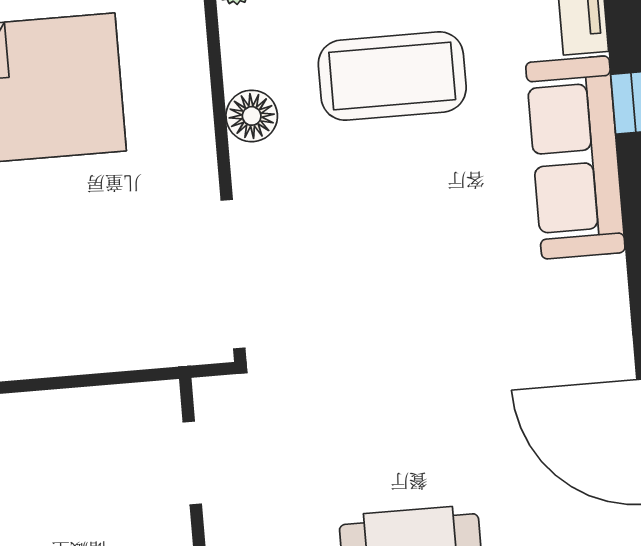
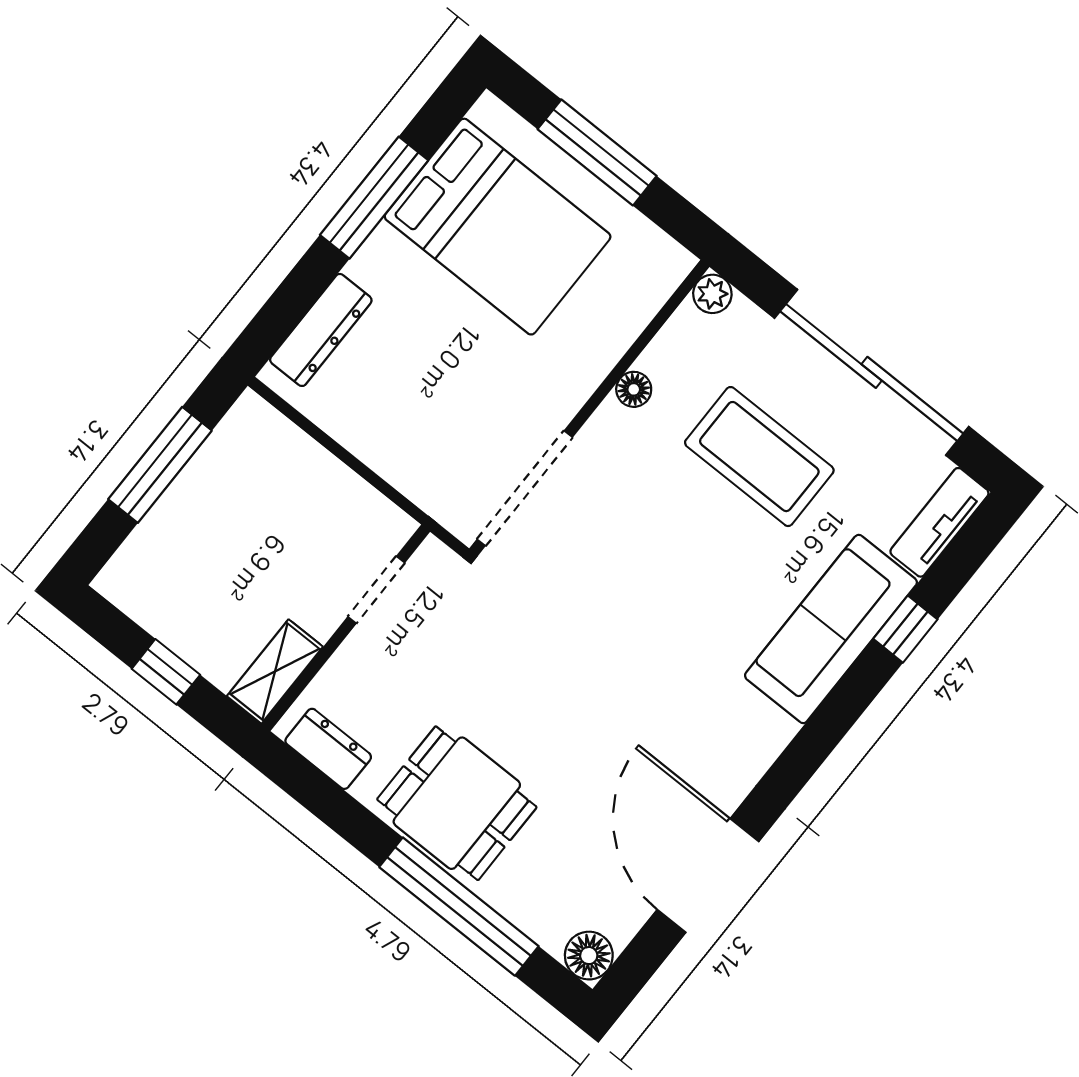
floor lamp: (252, 116) -> (634, 389), width x0.73, depth x0.73

